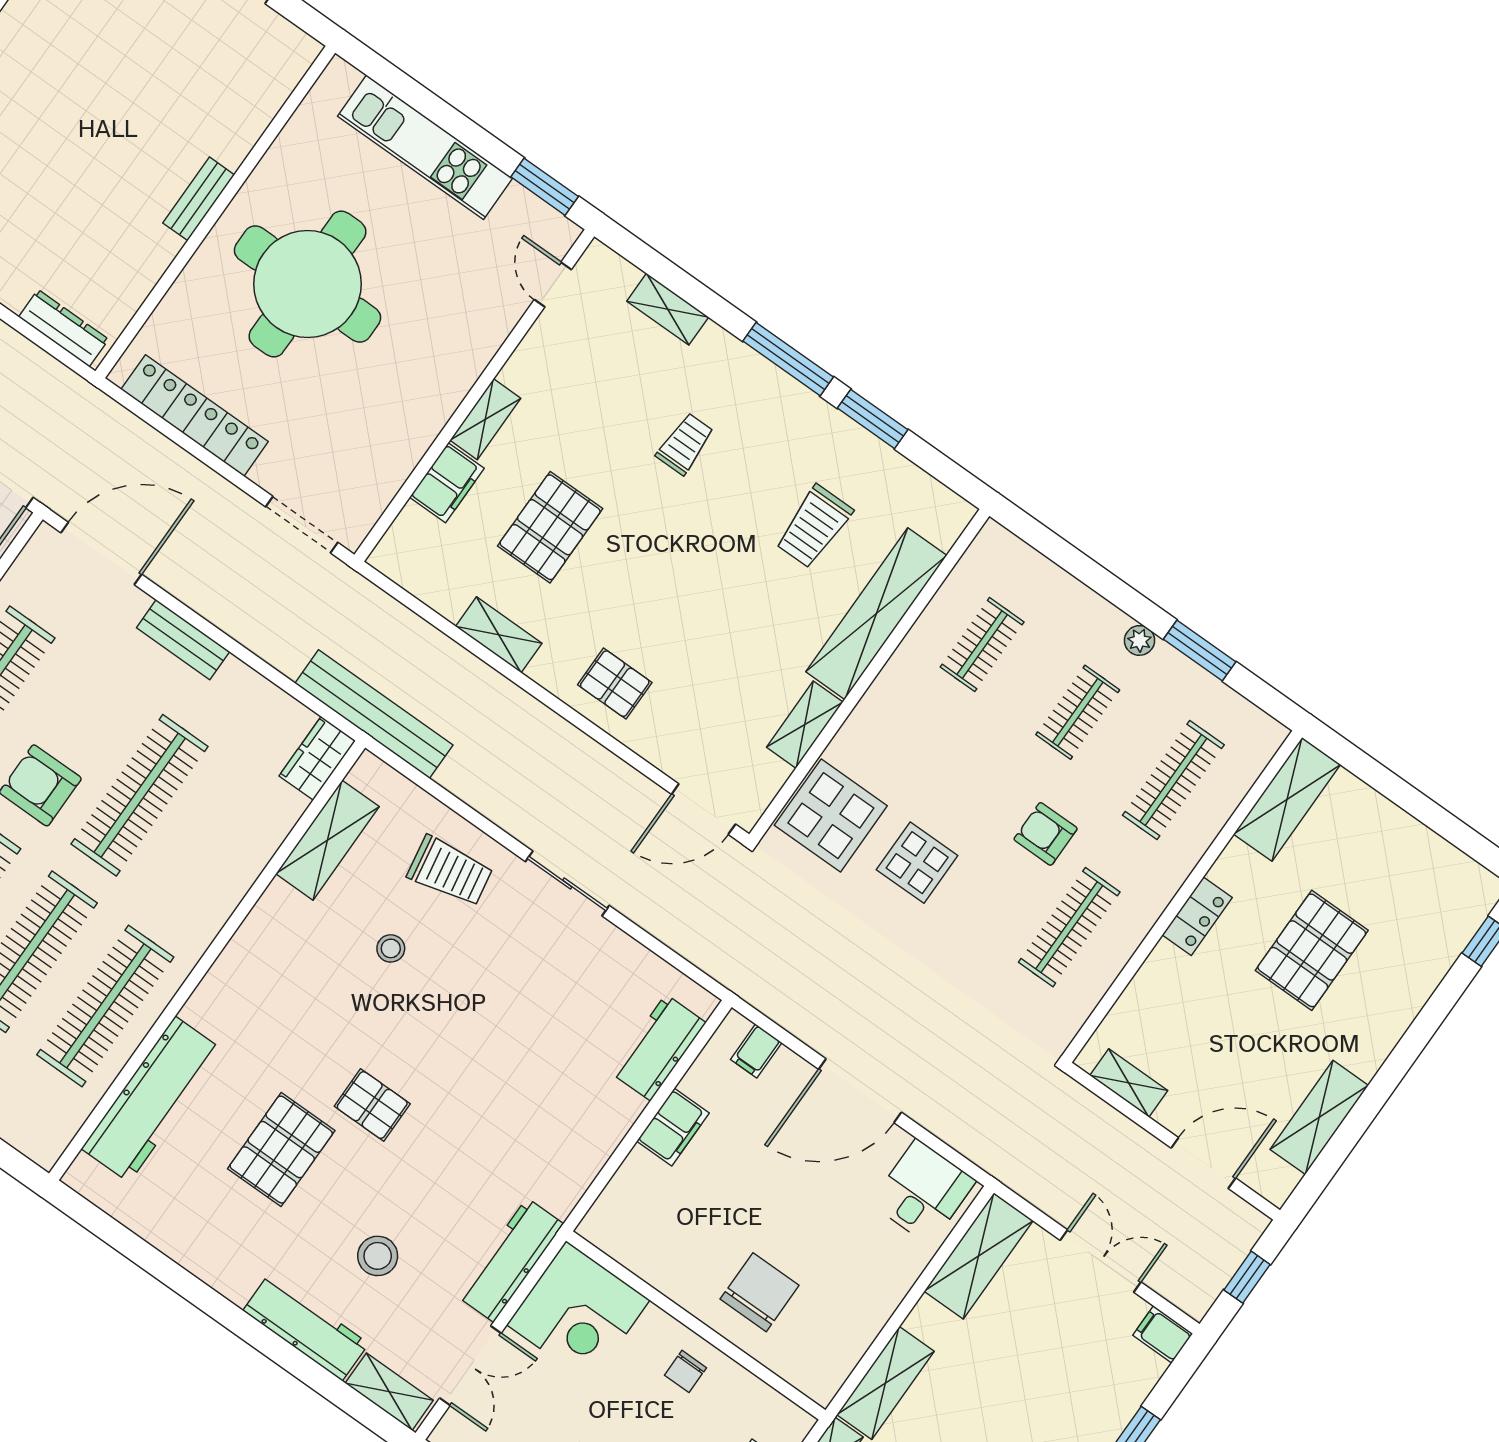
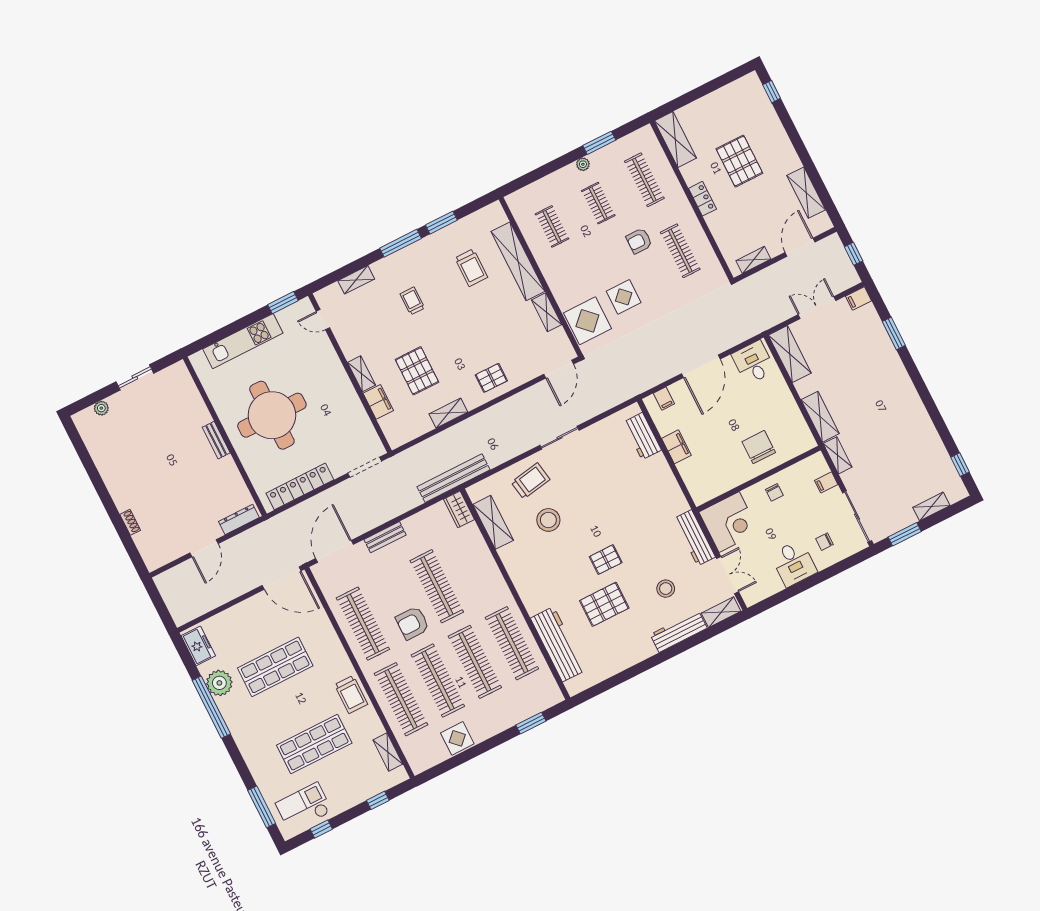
stool: (391, 948) -> (548, 520), width x1.89, depth x1.89
pallet: (281, 1150) -> (604, 604), turned 90

